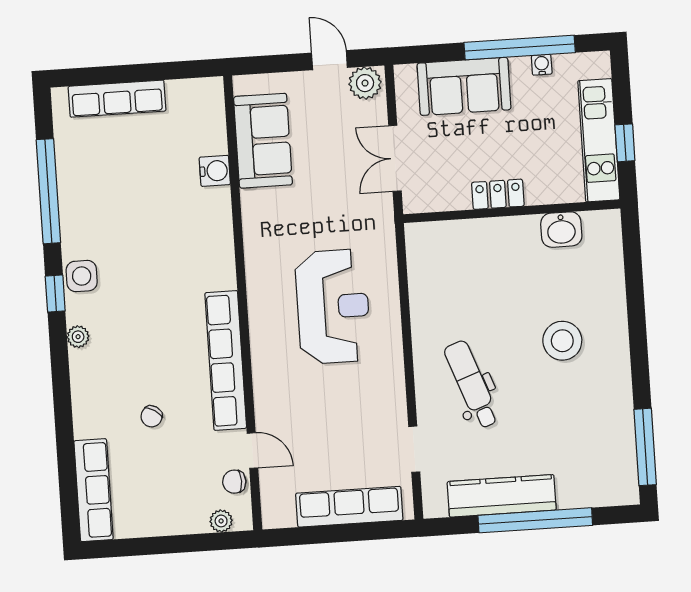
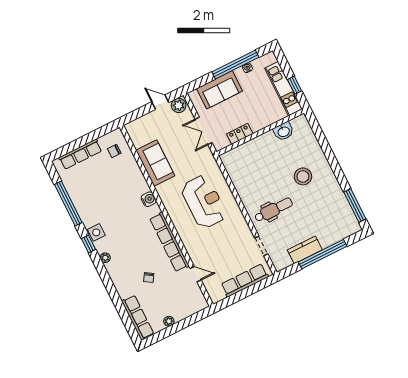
sofa: (263, 141) -> (155, 163), moved
water cooler: (215, 171) -> (149, 199), moved
locker: (498, 194) -> (240, 134), moved
dental chair: (472, 384) -> (274, 210), turned 110
chair: (234, 482) -> (114, 151), moved
kitchen counter: (502, 496) -> (305, 250), width x0.67
plant: (221, 521) -> (169, 321), moved

